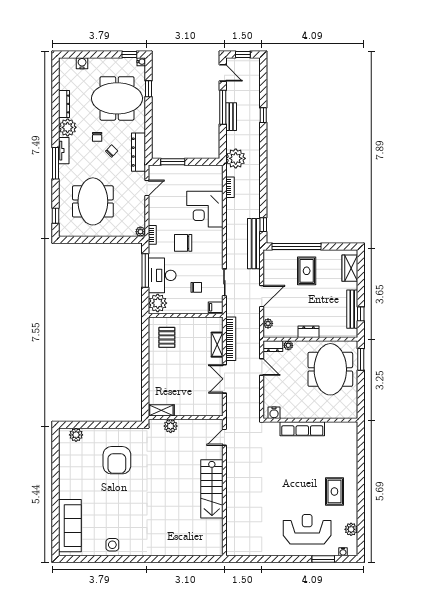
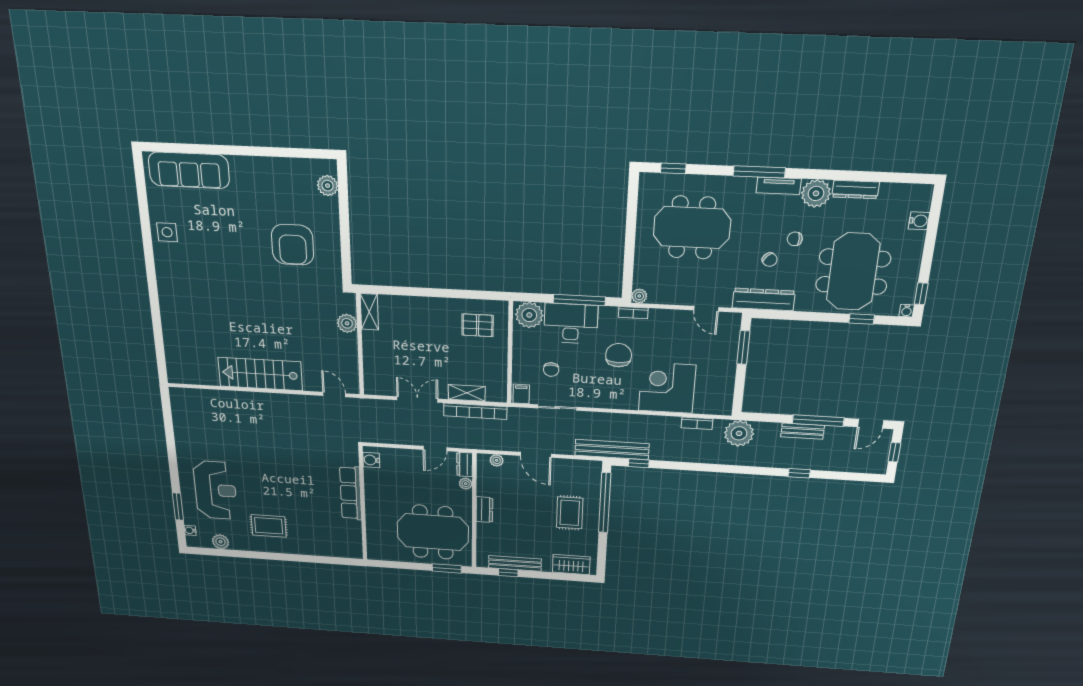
rug: (307, 271) -> (570, 513), turned 90
armchair: (117, 460) -> (293, 245), turned -90

